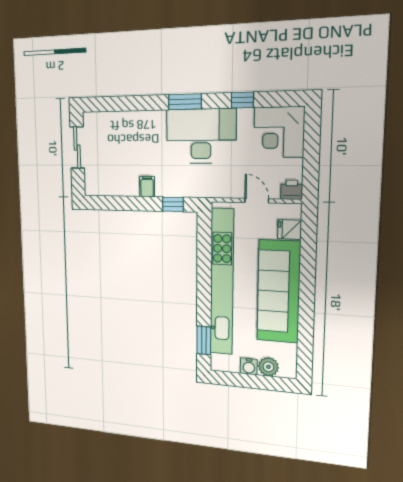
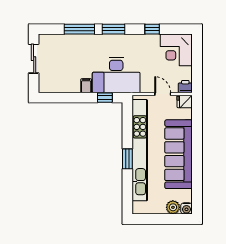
window: (137, 103) -> (79, 29), added
desk: (201, 136) -> (116, 75), moved, turned 180
fridge: (290, 229) -> (185, 102), moved
window: (204, 340) -> (127, 159), moved
water cooler: (249, 366) -> (186, 208), moved

